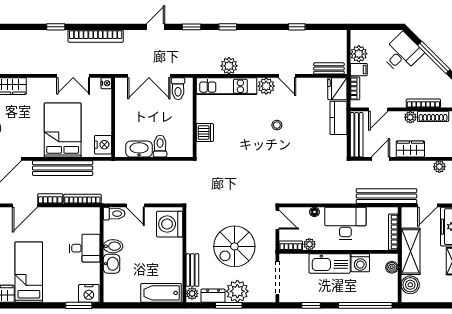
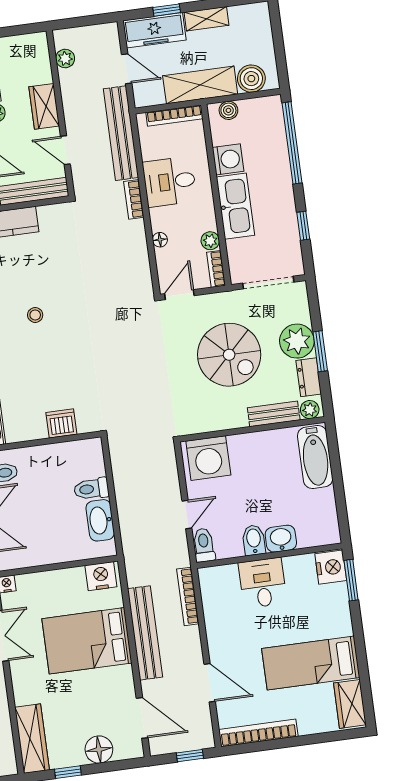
bookcase: (50, 199) -> (134, 199), moved
desk: (345, 223) -> (170, 182), width x0.73

